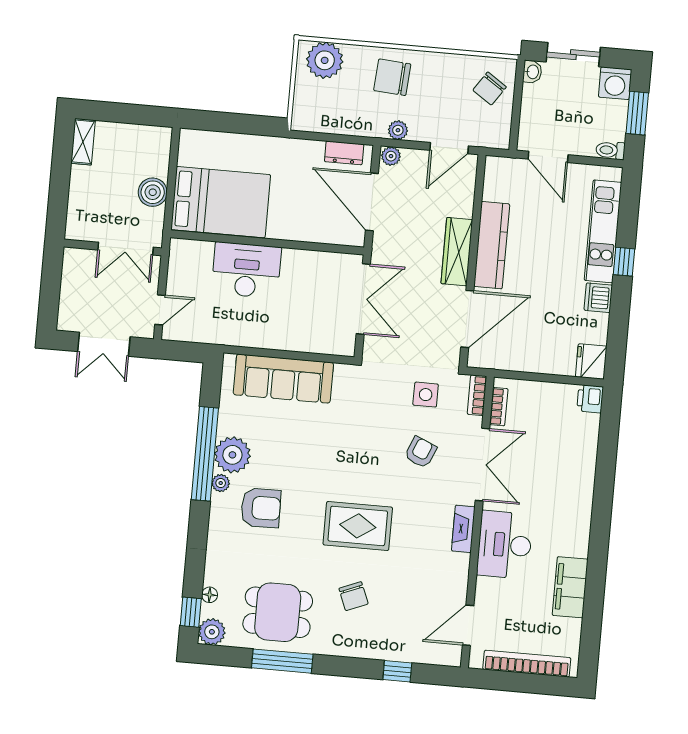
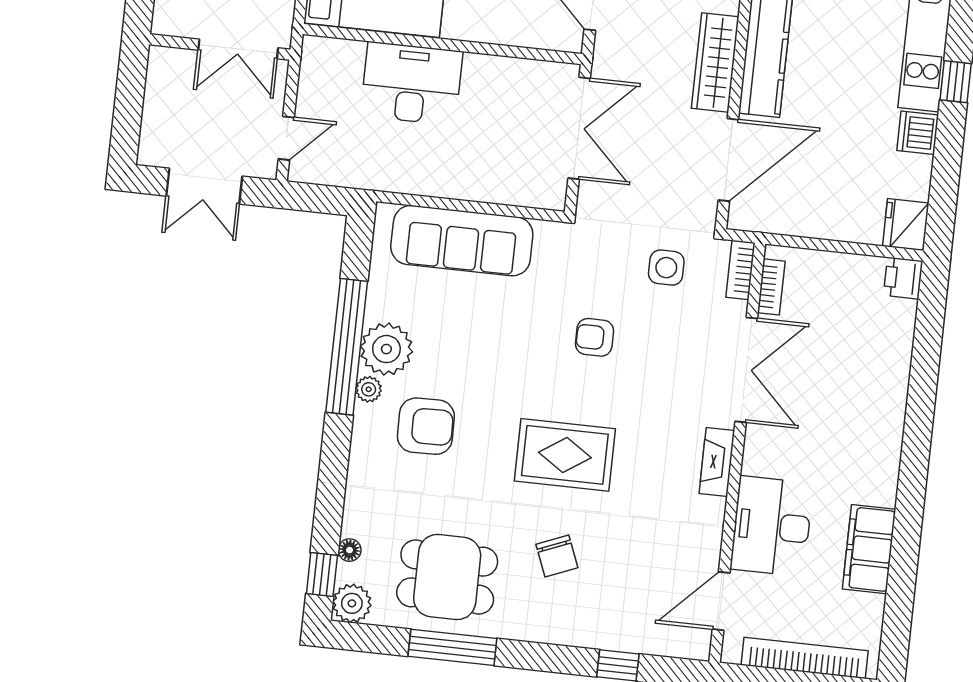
armchair: (421, 452) -> (594, 337), moved, turned -113
desk: (505, 545) -> (772, 526), moved

